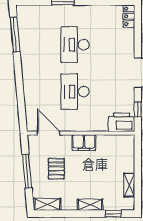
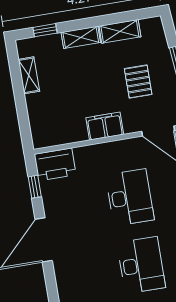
shelving: (47, 204) -> (120, 31), moved

